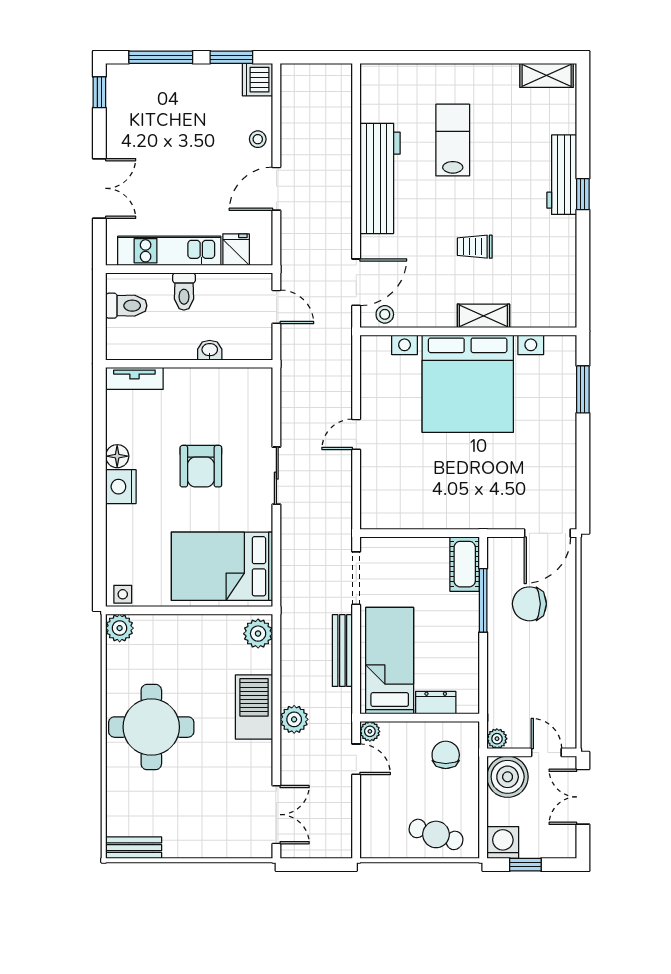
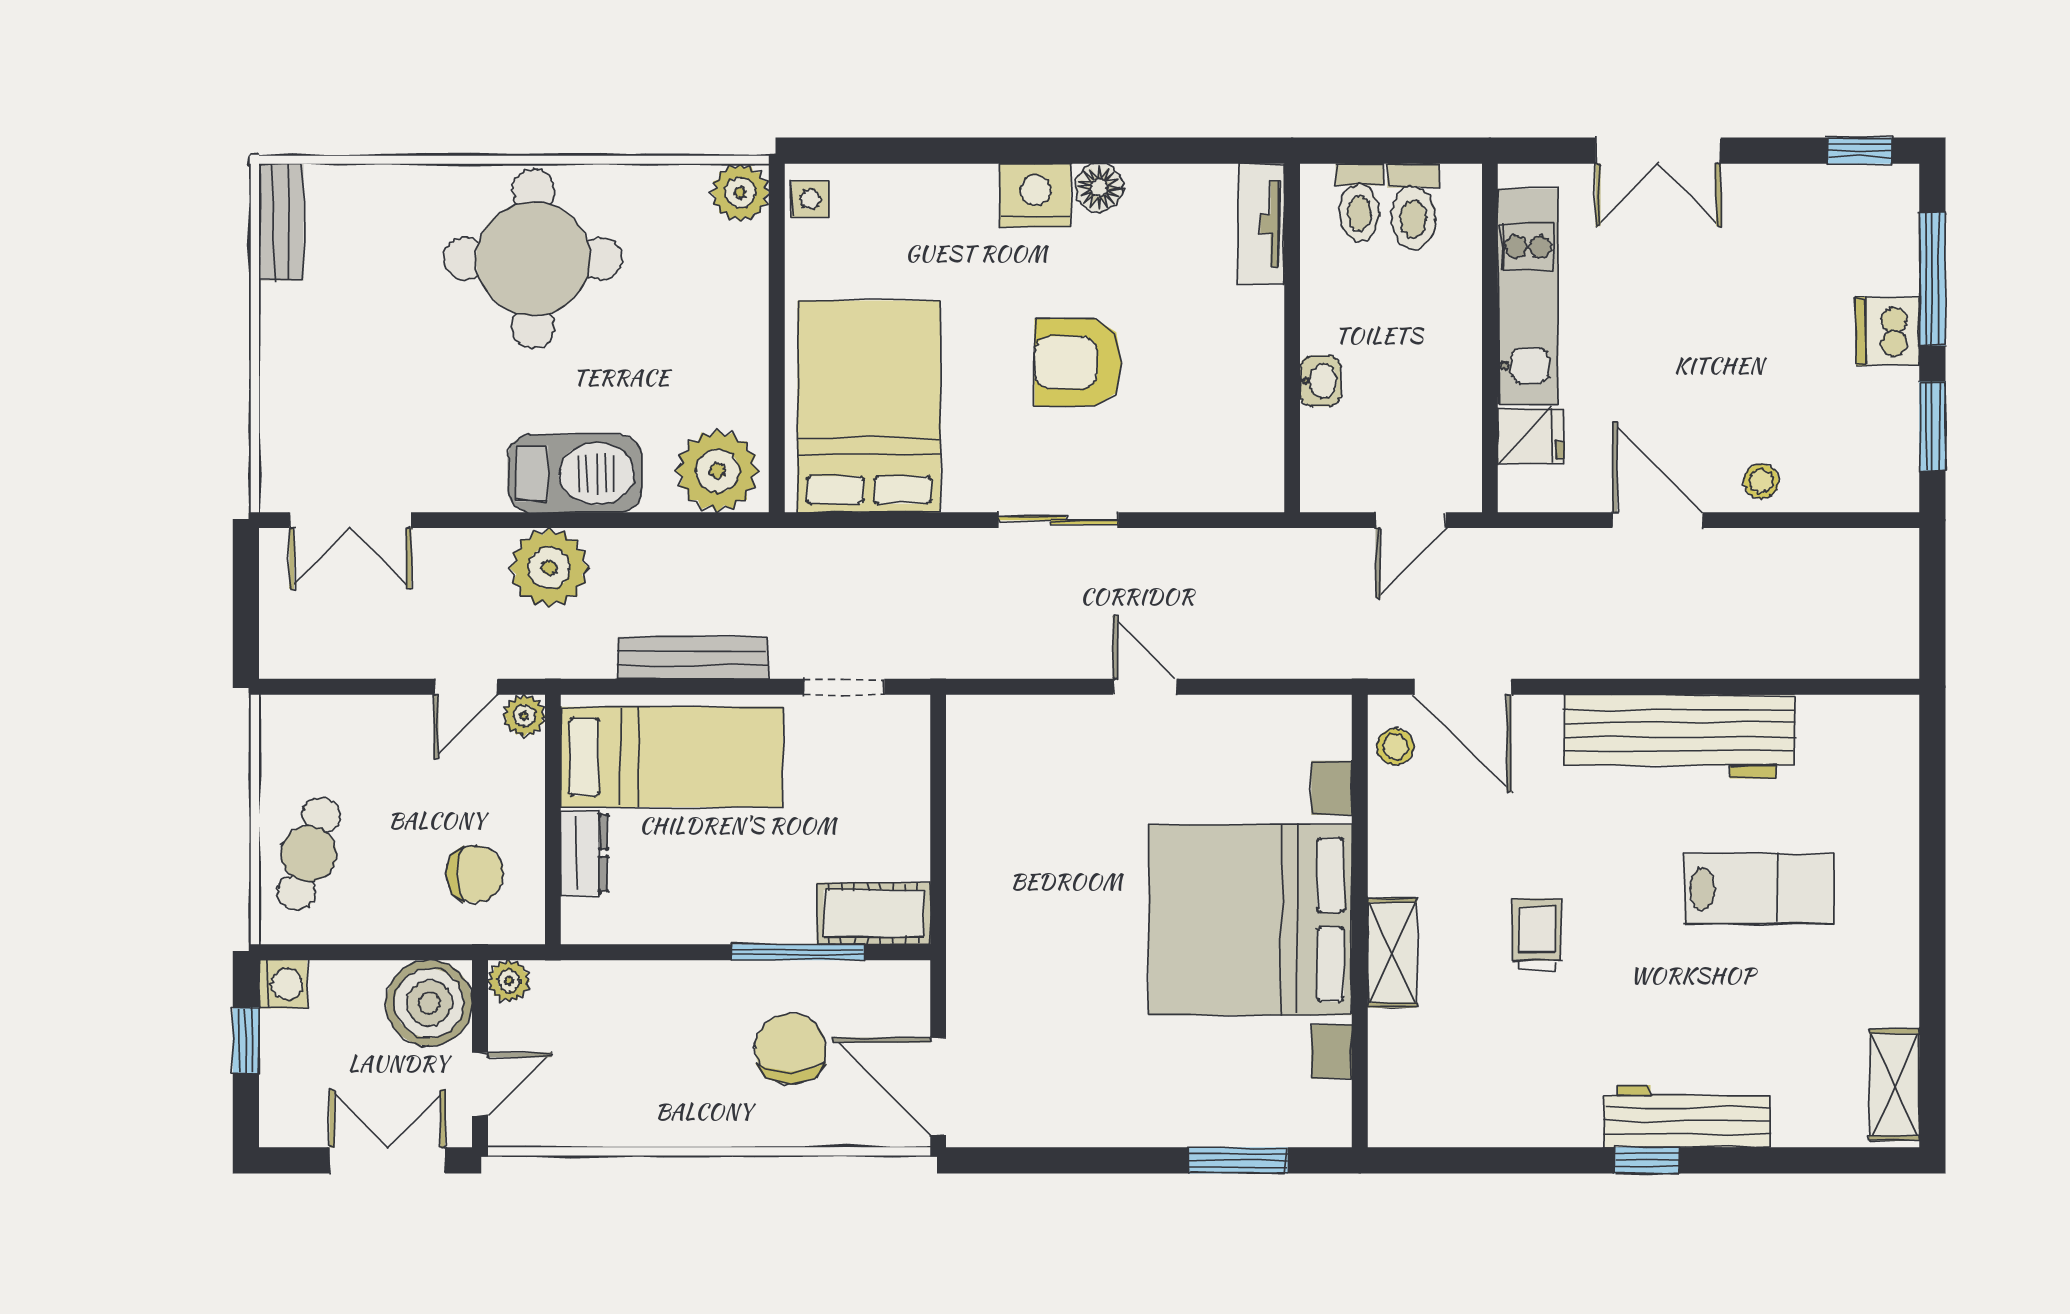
dishwasher: (257, 80) -> (1888, 331), moved, turned -90
toilet: (184, 291) -> (1359, 203), moved, turned -90
doorway: (356, 578) -> (844, 687), width x0.73
plant: (258, 634) -> (717, 471), width x1.36, depth x1.36
plant: (294, 719) -> (549, 568), width x1.36, depth x1.36
washing machine: (503, 842) -> (283, 984), width x0.73, depth x0.73

